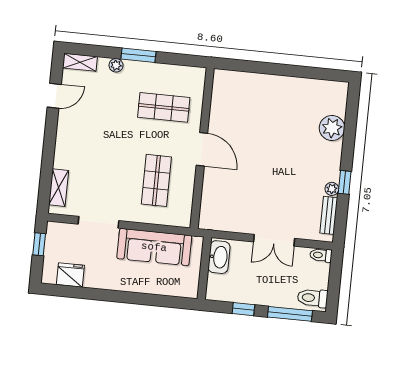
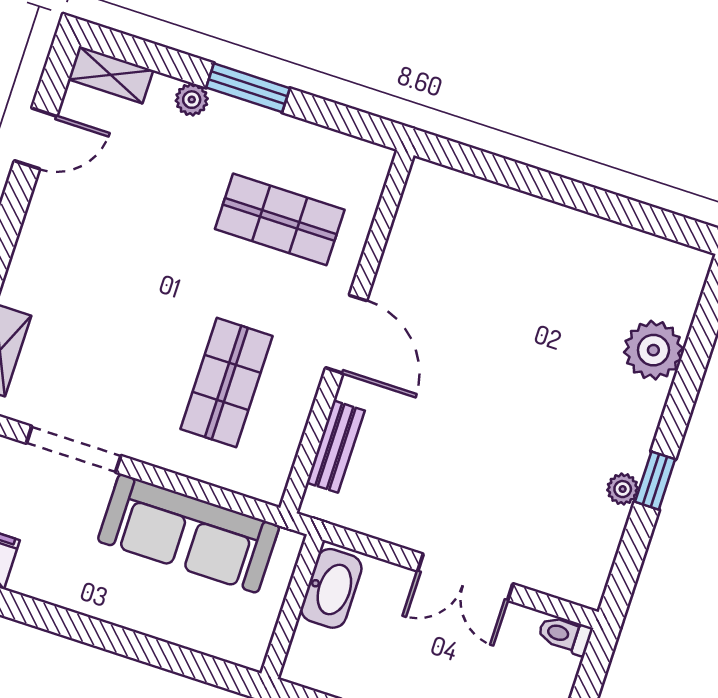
bench: (329, 215) -> (336, 447), moved

